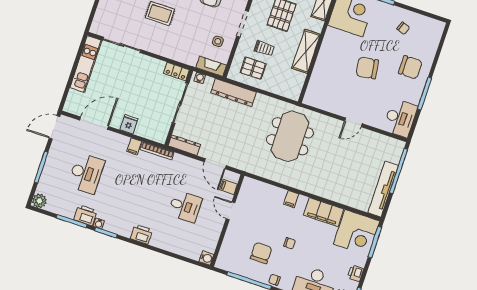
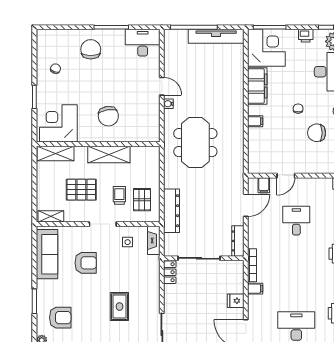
chair: (367, 68) -> (108, 116), moved
water cooler: (200, 78) -> (168, 104), moved
meeting table: (290, 136) -> (195, 143), turned 90

